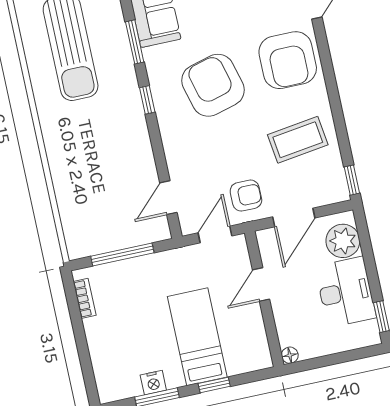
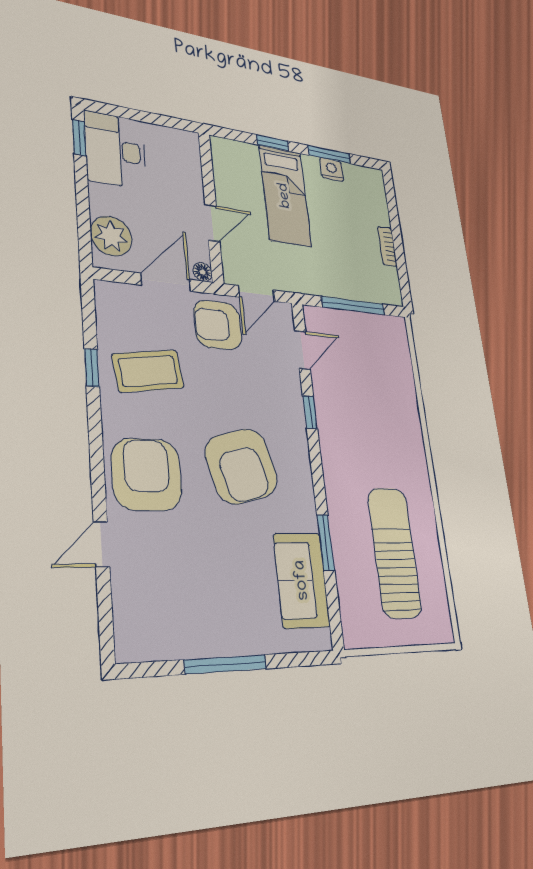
window: (147, 100) -> (310, 412), moved
window: (352, 180) -> (92, 368), moved
armchair: (246, 196) -> (218, 325), width x1.38, depth x1.38
desk: (346, 292) -> (115, 150), moved
bookcase: (85, 298) -> (387, 246), moved
floor lamp: (290, 355) -> (203, 272), moved

